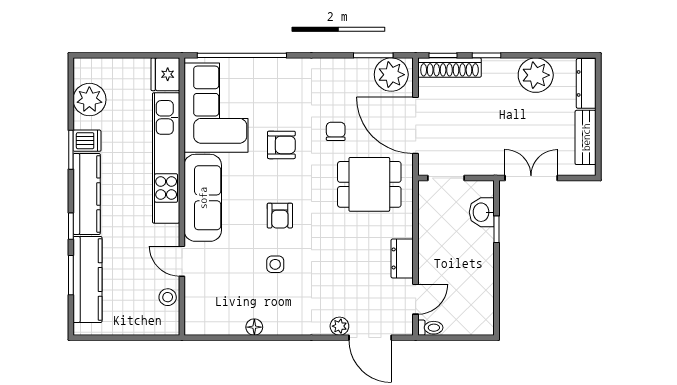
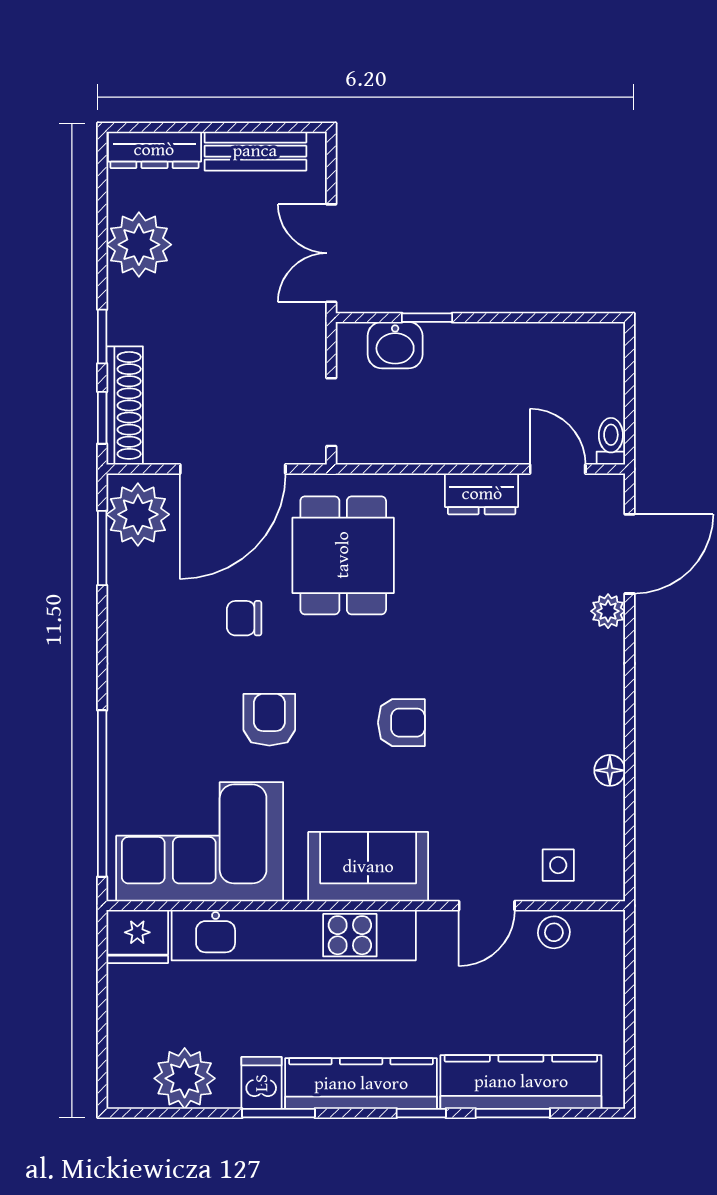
sofa: (203, 198) -> (368, 867), width x0.73
side table: (275, 264) -> (558, 865), moved

